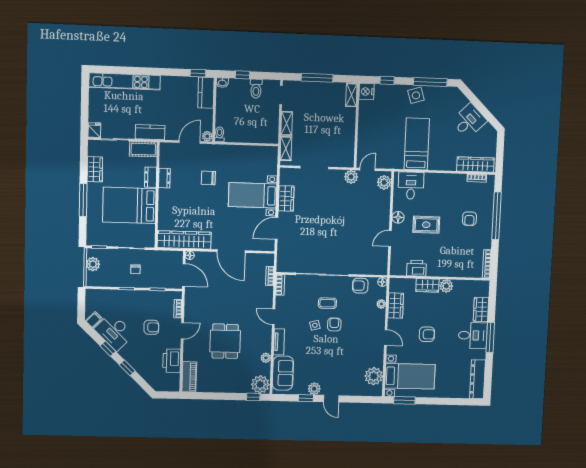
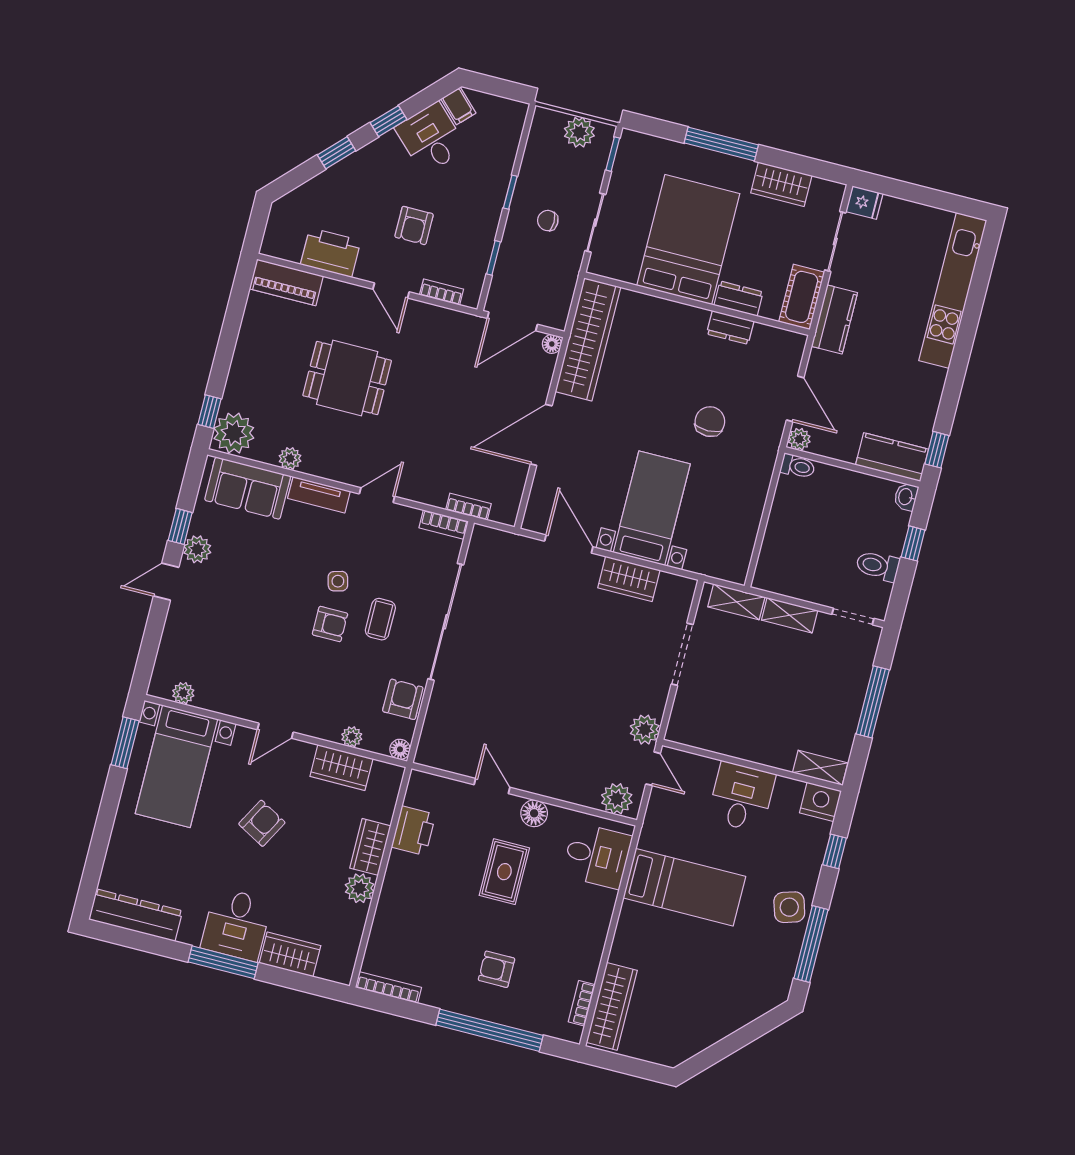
desk: (469, 121) -> (741, 797), moved, turned -135
desk: (114, 332) -> (431, 138), width x0.73
armchair: (427, 334) -> (262, 823), turned -151
plant: (374, 376) -> (183, 693), width x0.53, depth x0.53

